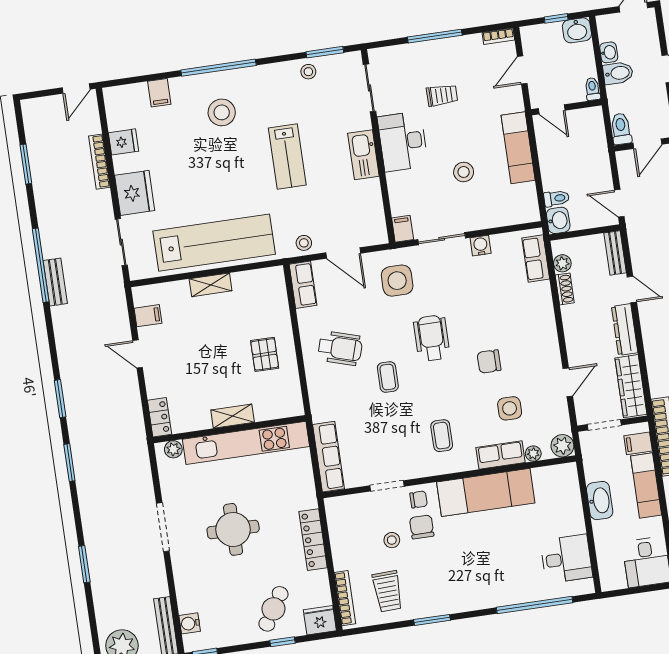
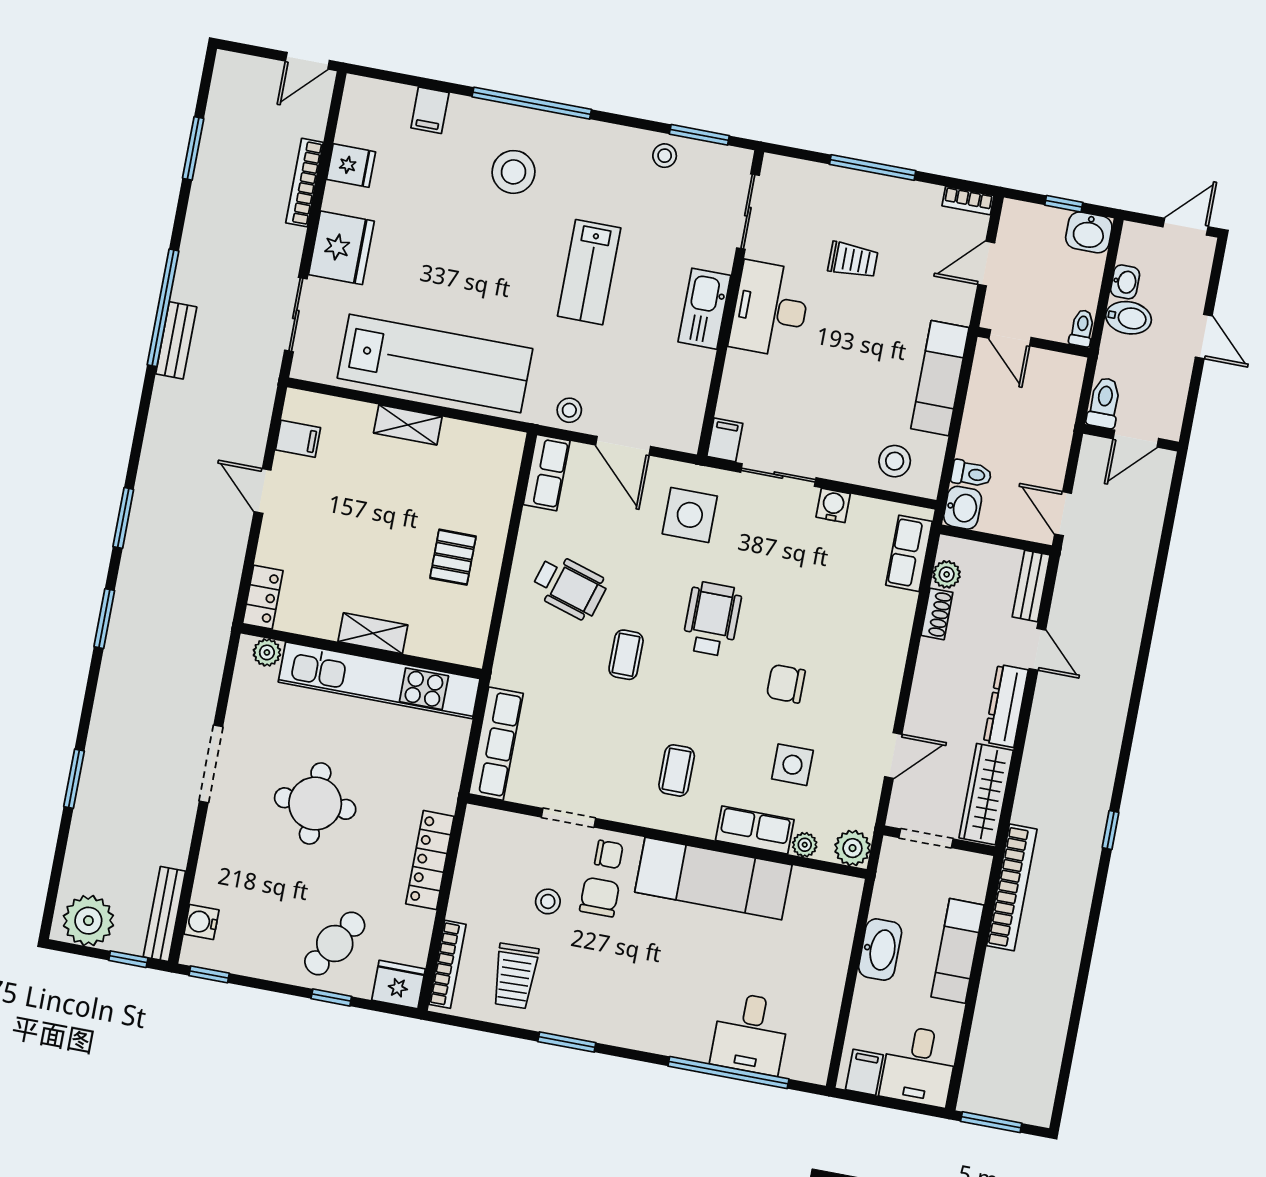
stool: (464, 172) -> (895, 461), moved
filing cabinet: (638, 443) -> (864, 1072), moved, turned 90
desk: (566, 559) -> (750, 1033), moved, turned 90

